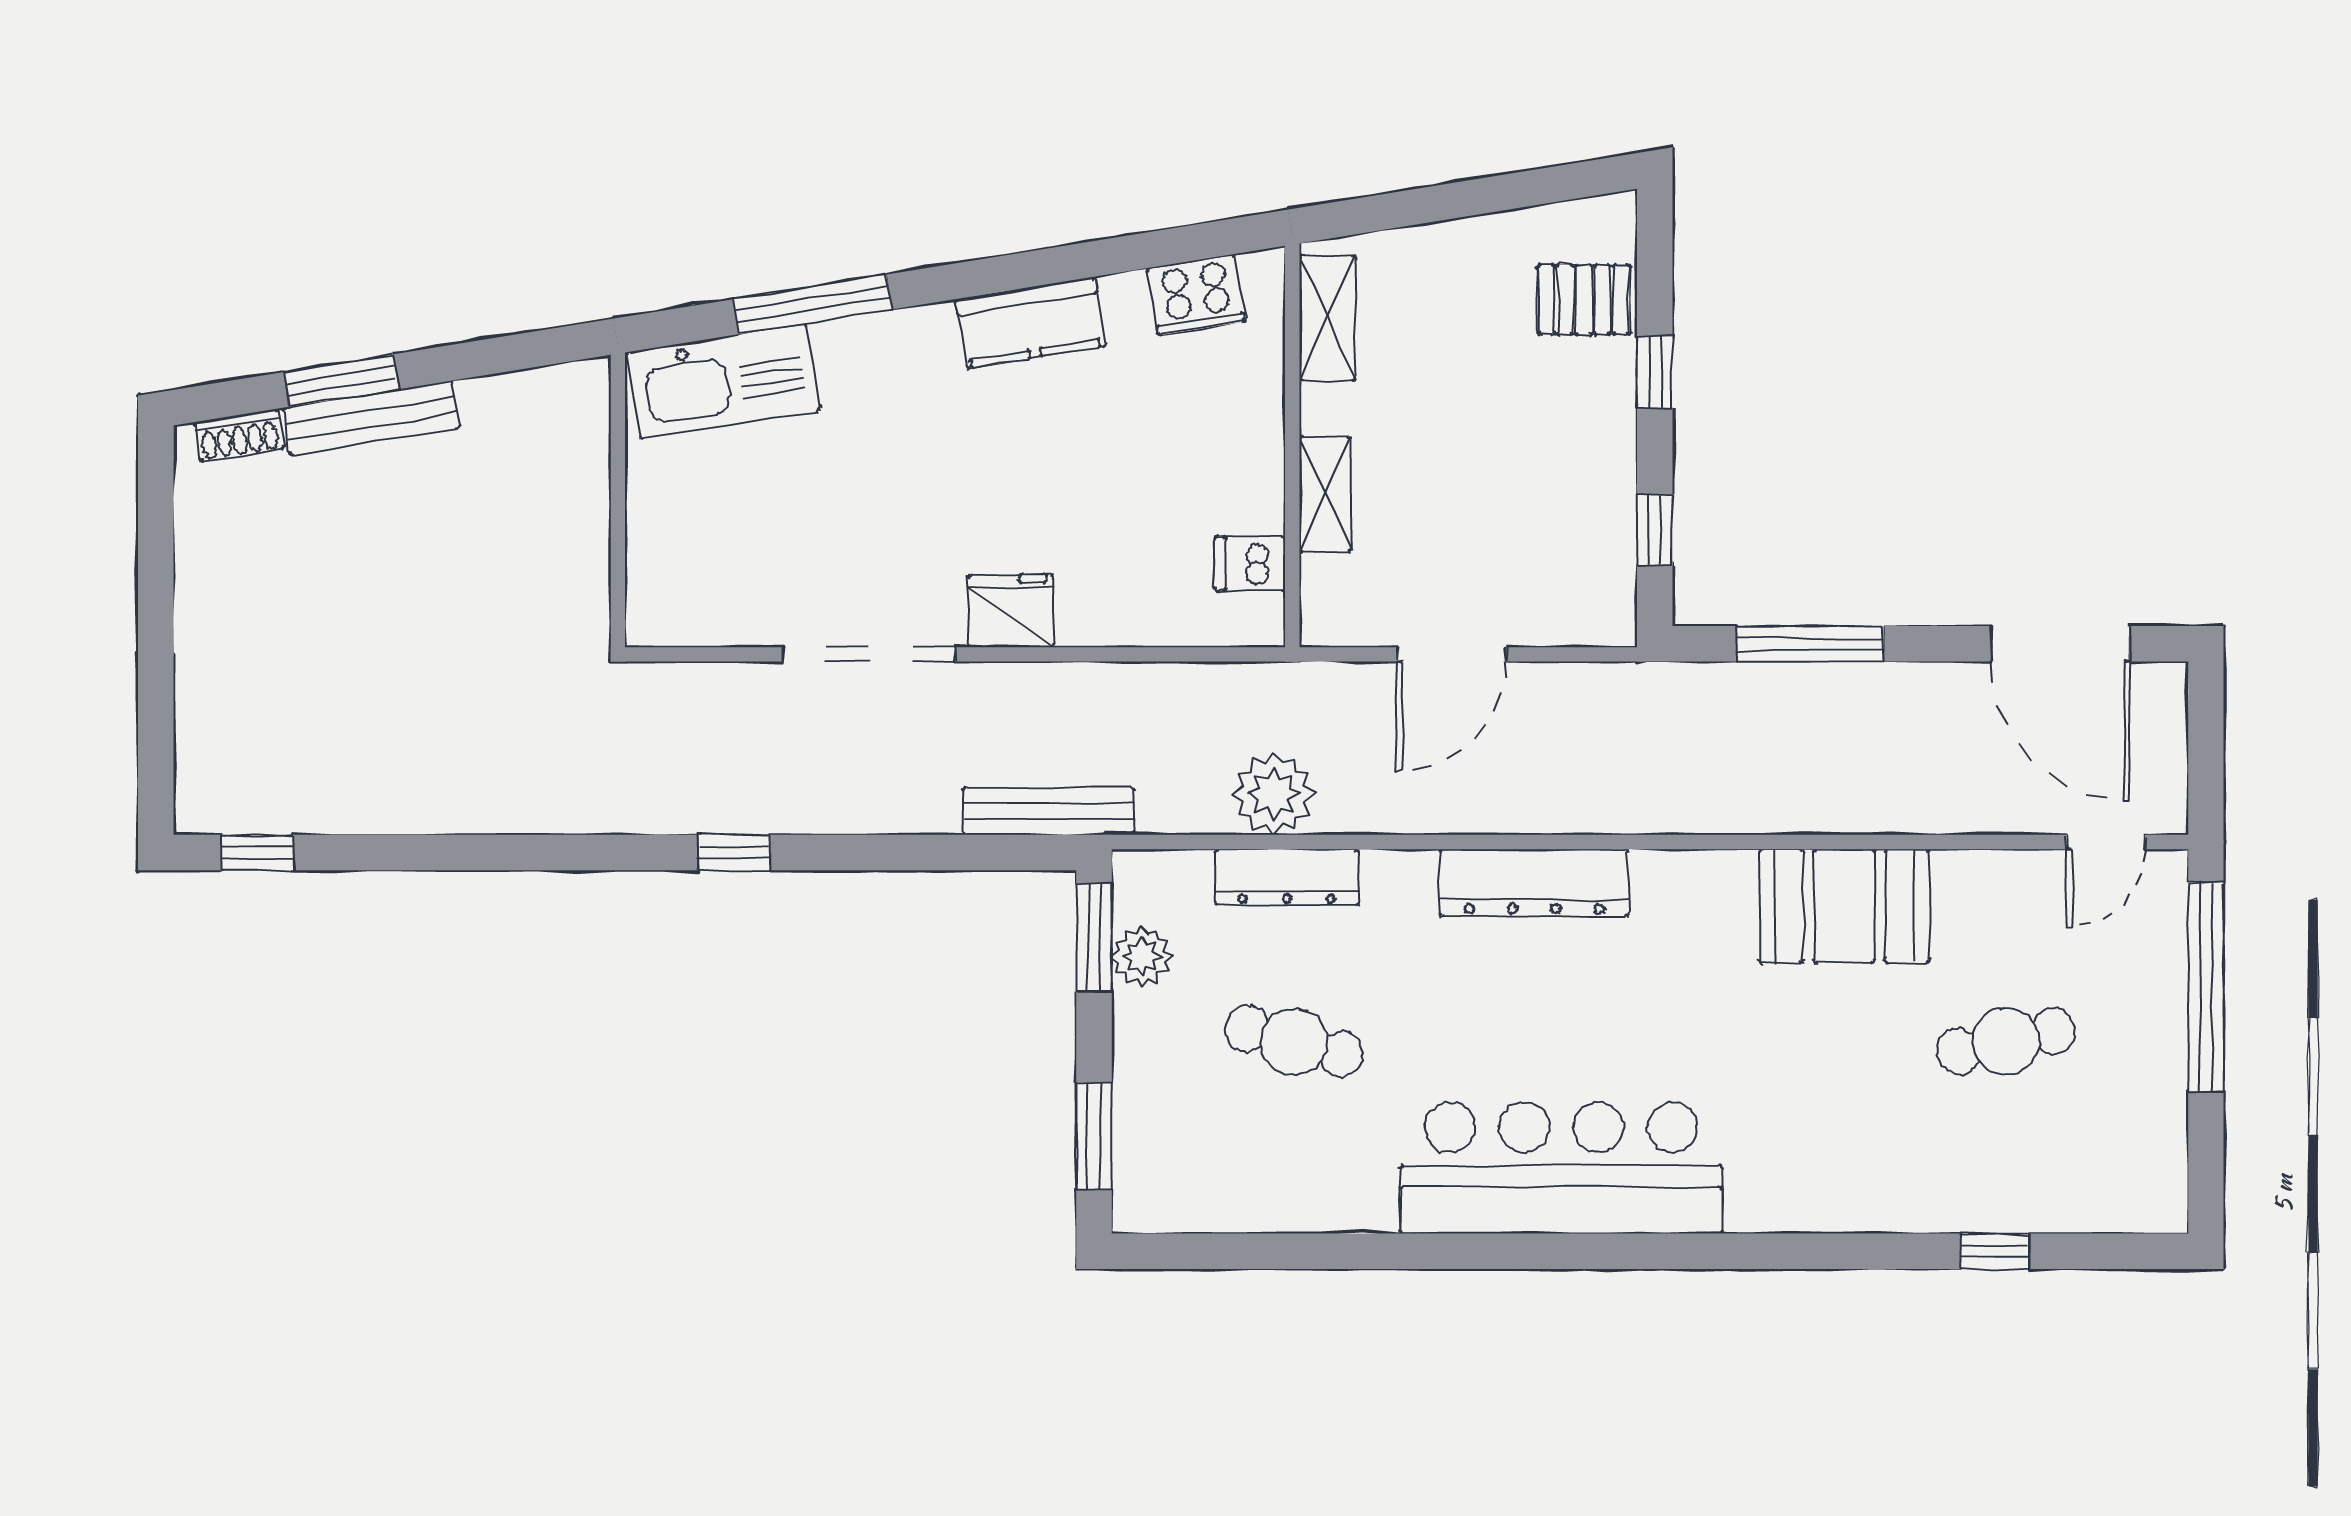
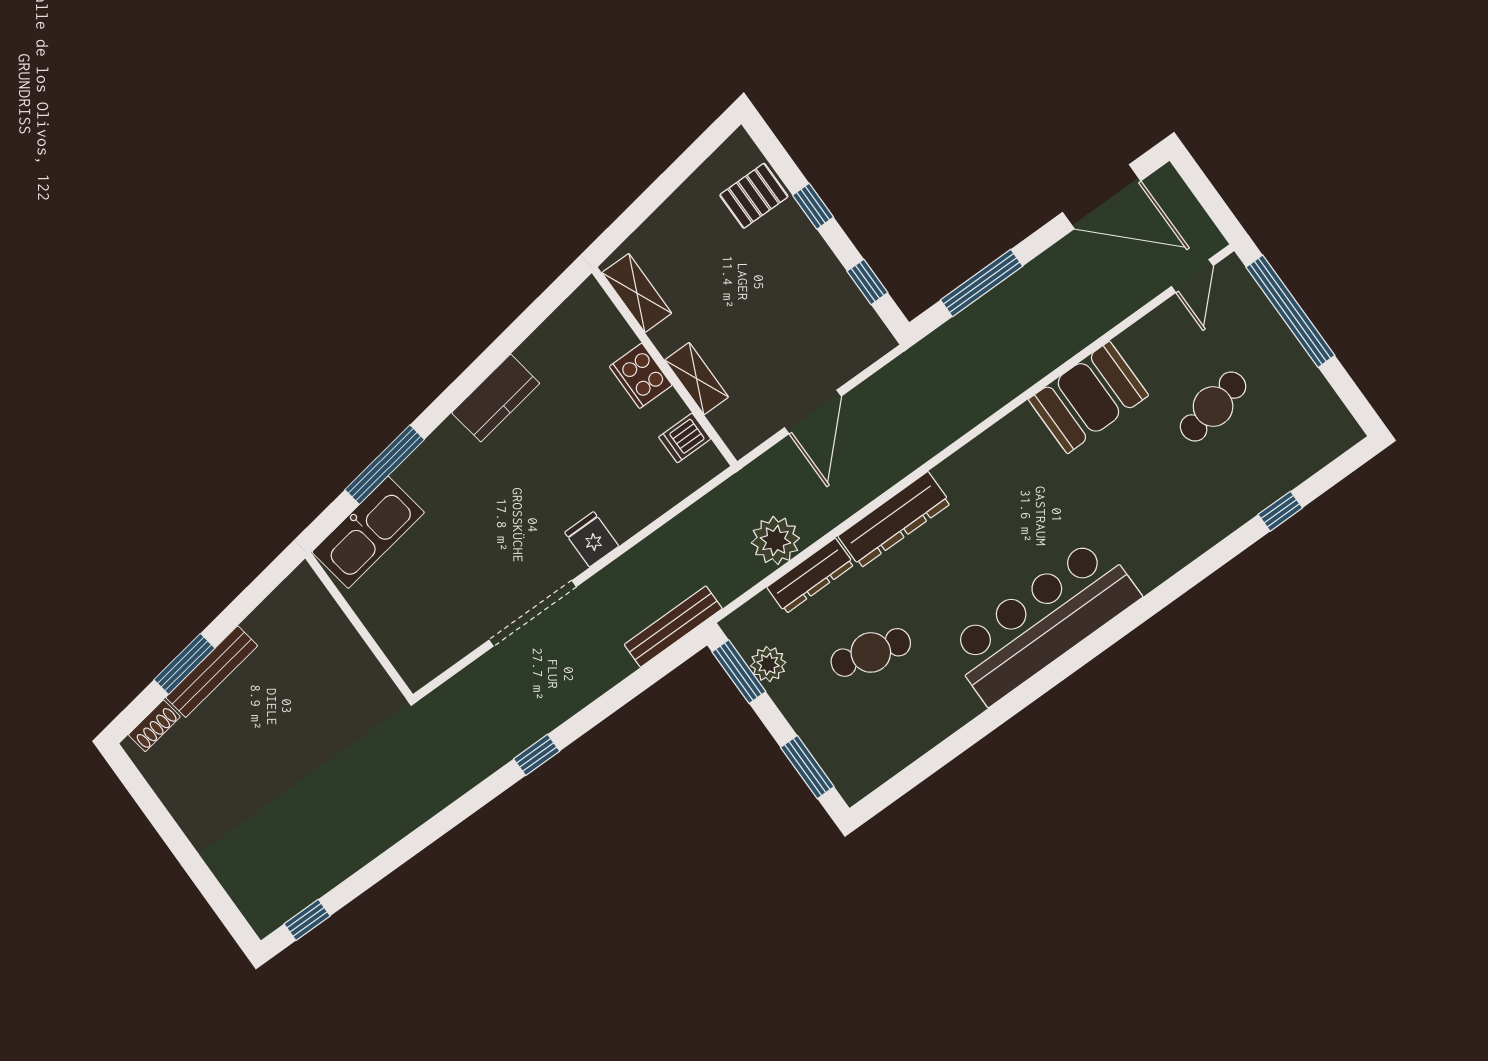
cooker: (1196, 295) -> (641, 376), moved, turned 99
fridge: (1011, 611) -> (592, 539), width x0.72
dresser: (1534, 883) -> (894, 520), moved

